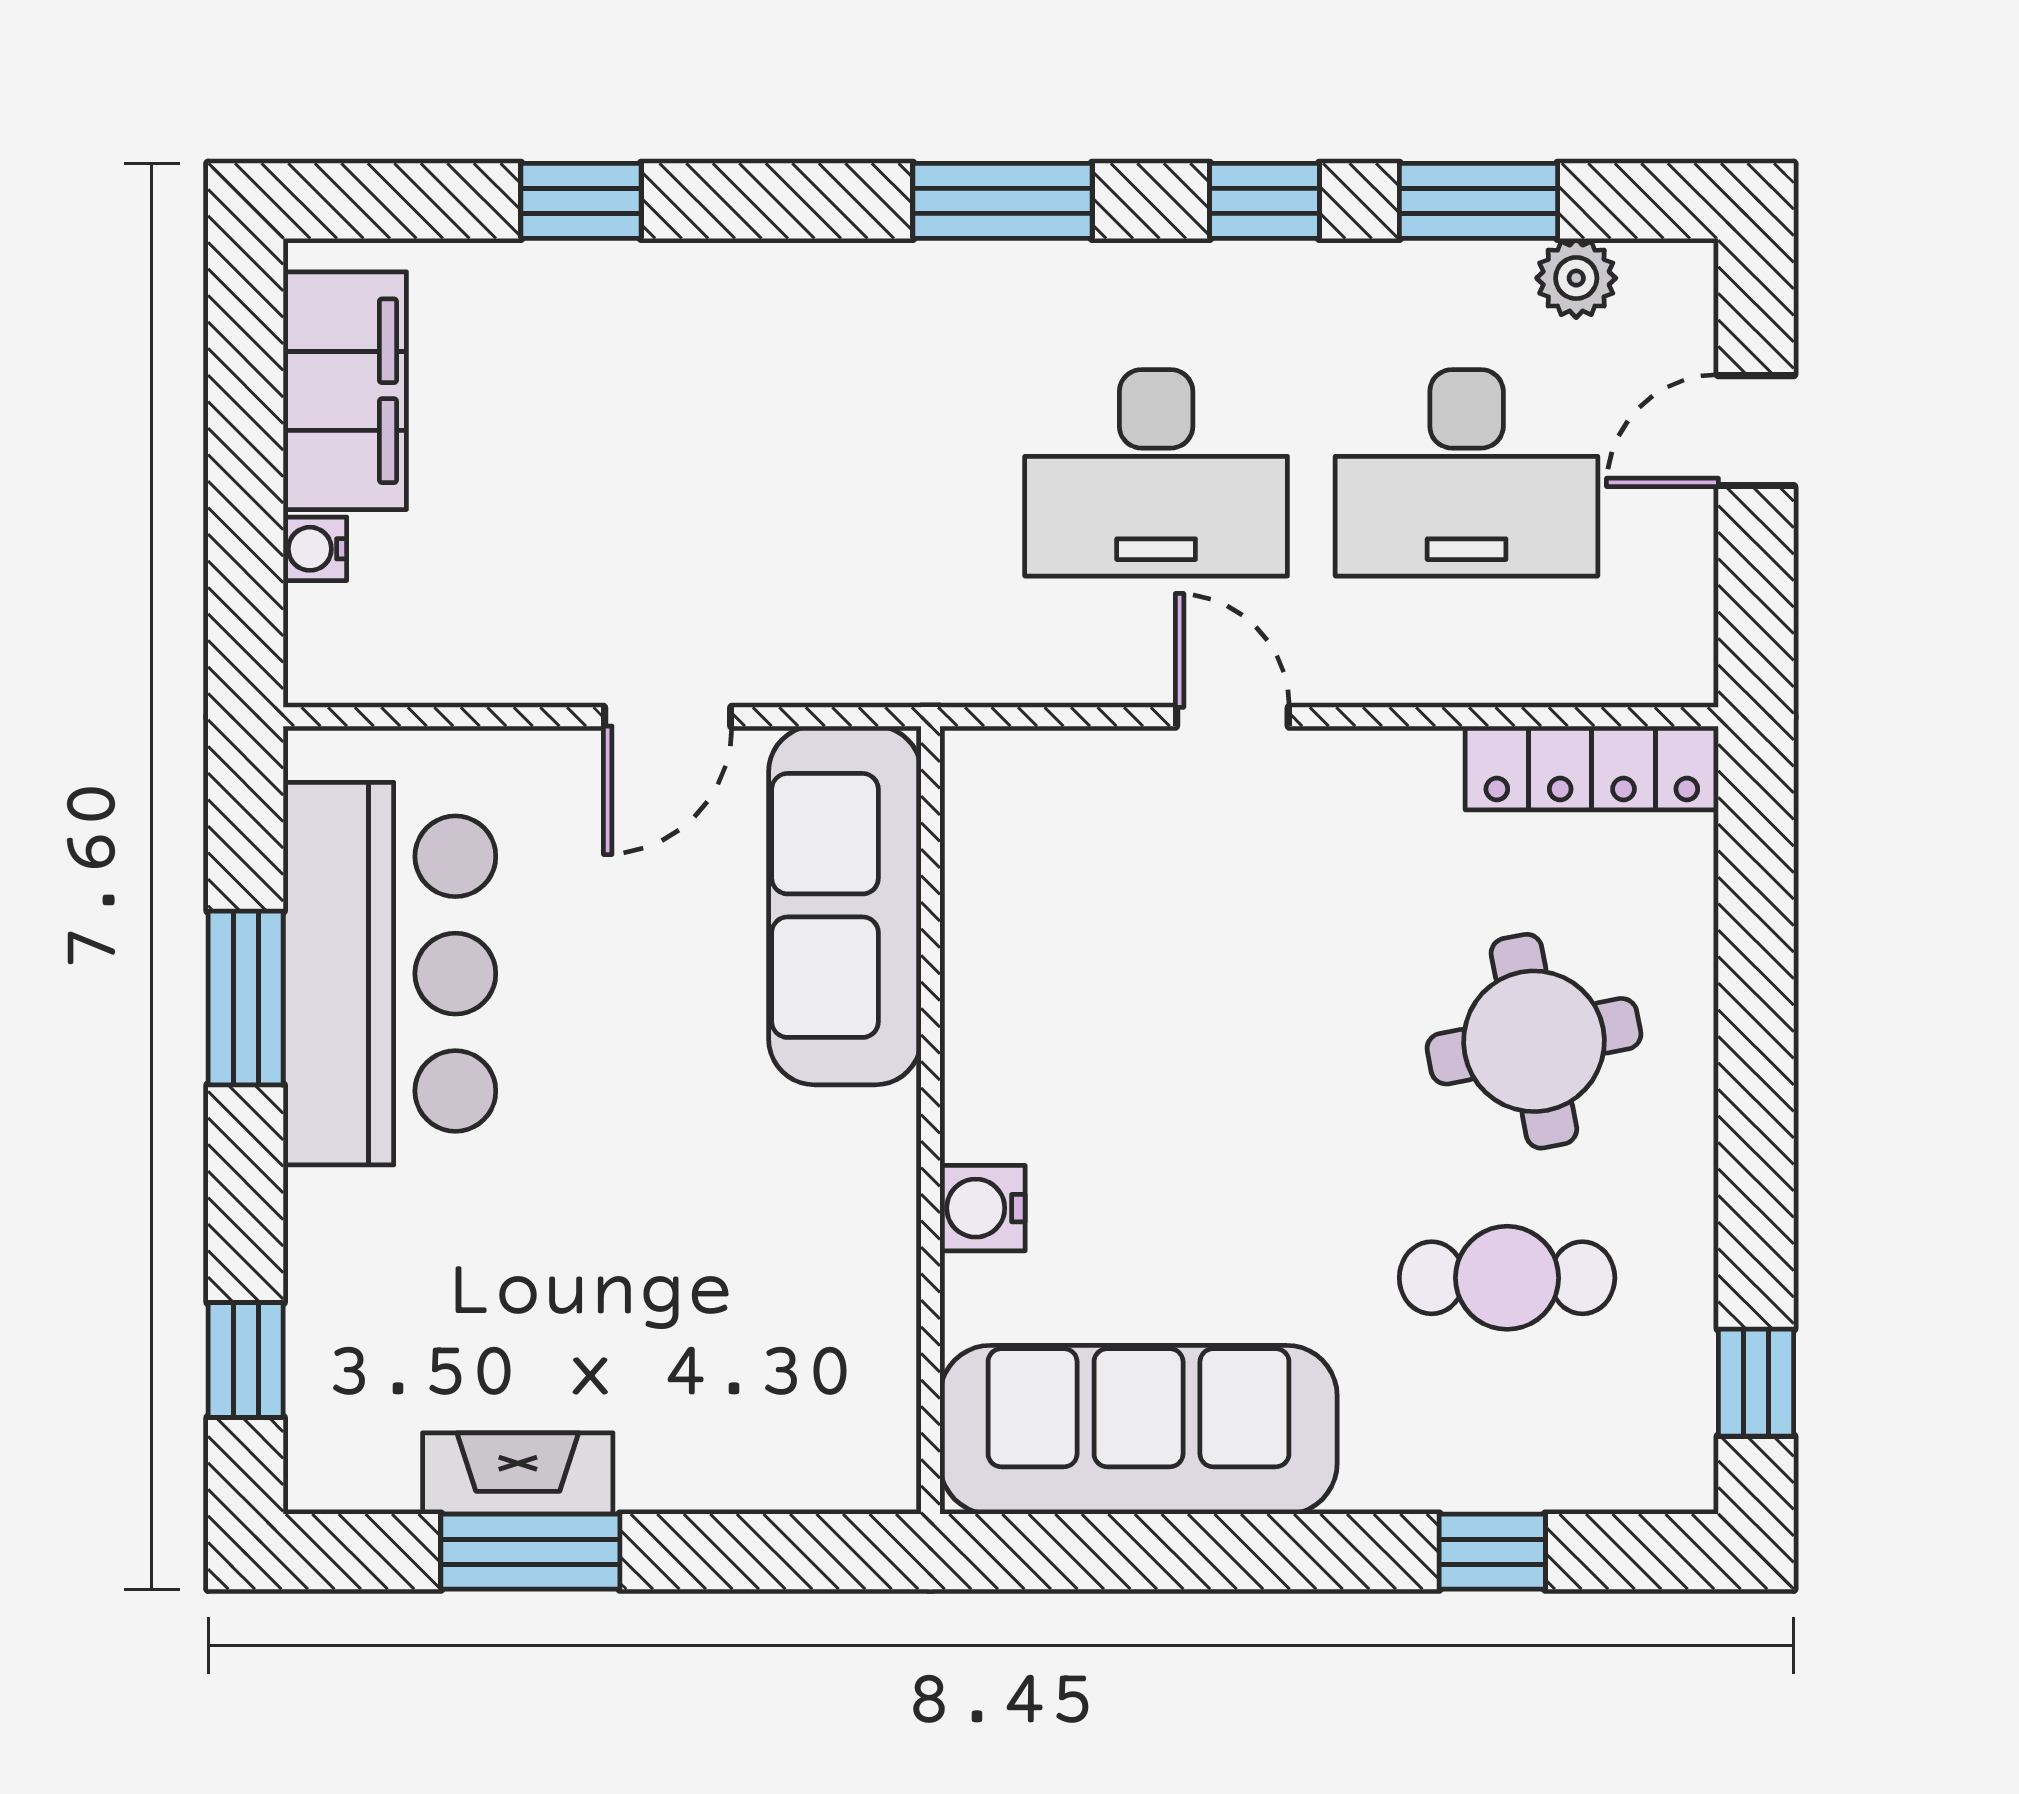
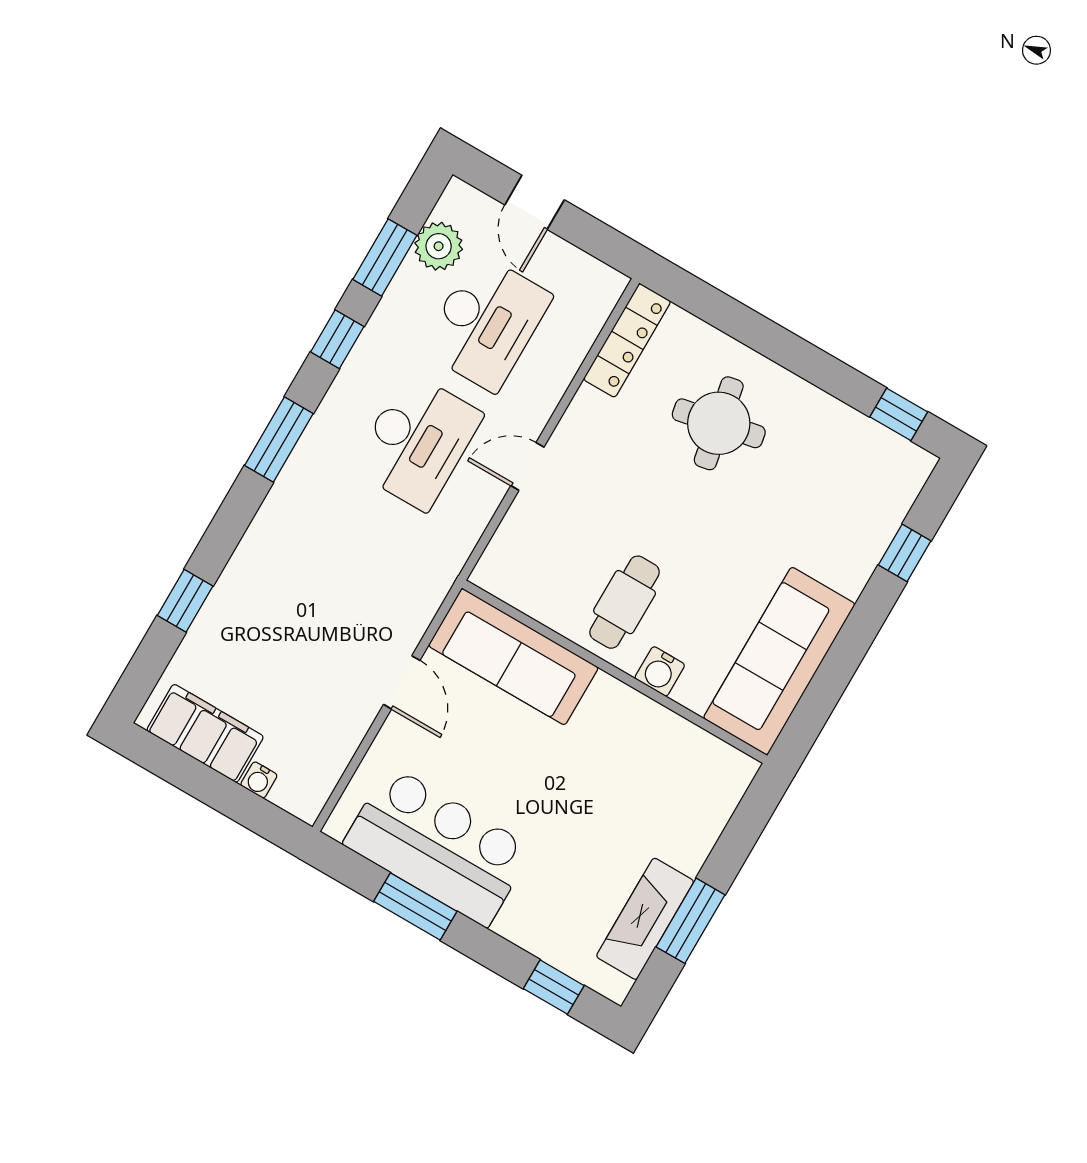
plant: (1576, 278) -> (439, 246), width x1.38, depth x1.38
cafe table: (1507, 1278) -> (625, 602), moved
fireplace: (518, 1473) -> (645, 919), width x1.37, depth x1.32

